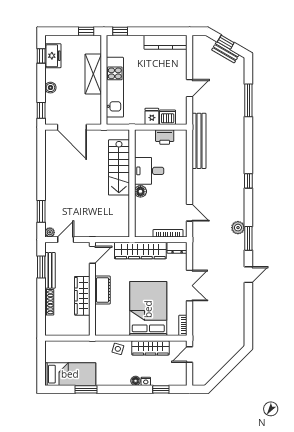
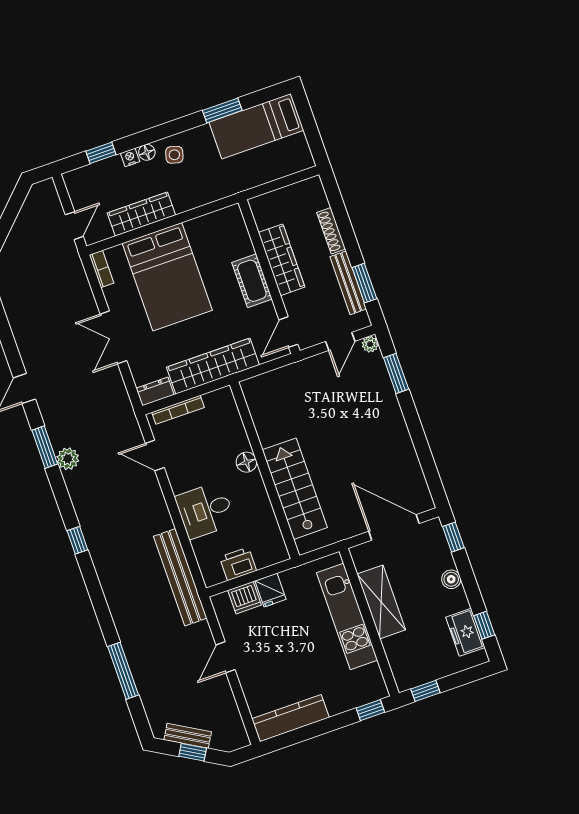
shelving: (93, 74) -> (381, 602), moved
desk: (149, 171) -> (205, 510), moved, turned 180
side table: (118, 349) -> (174, 155), moved

